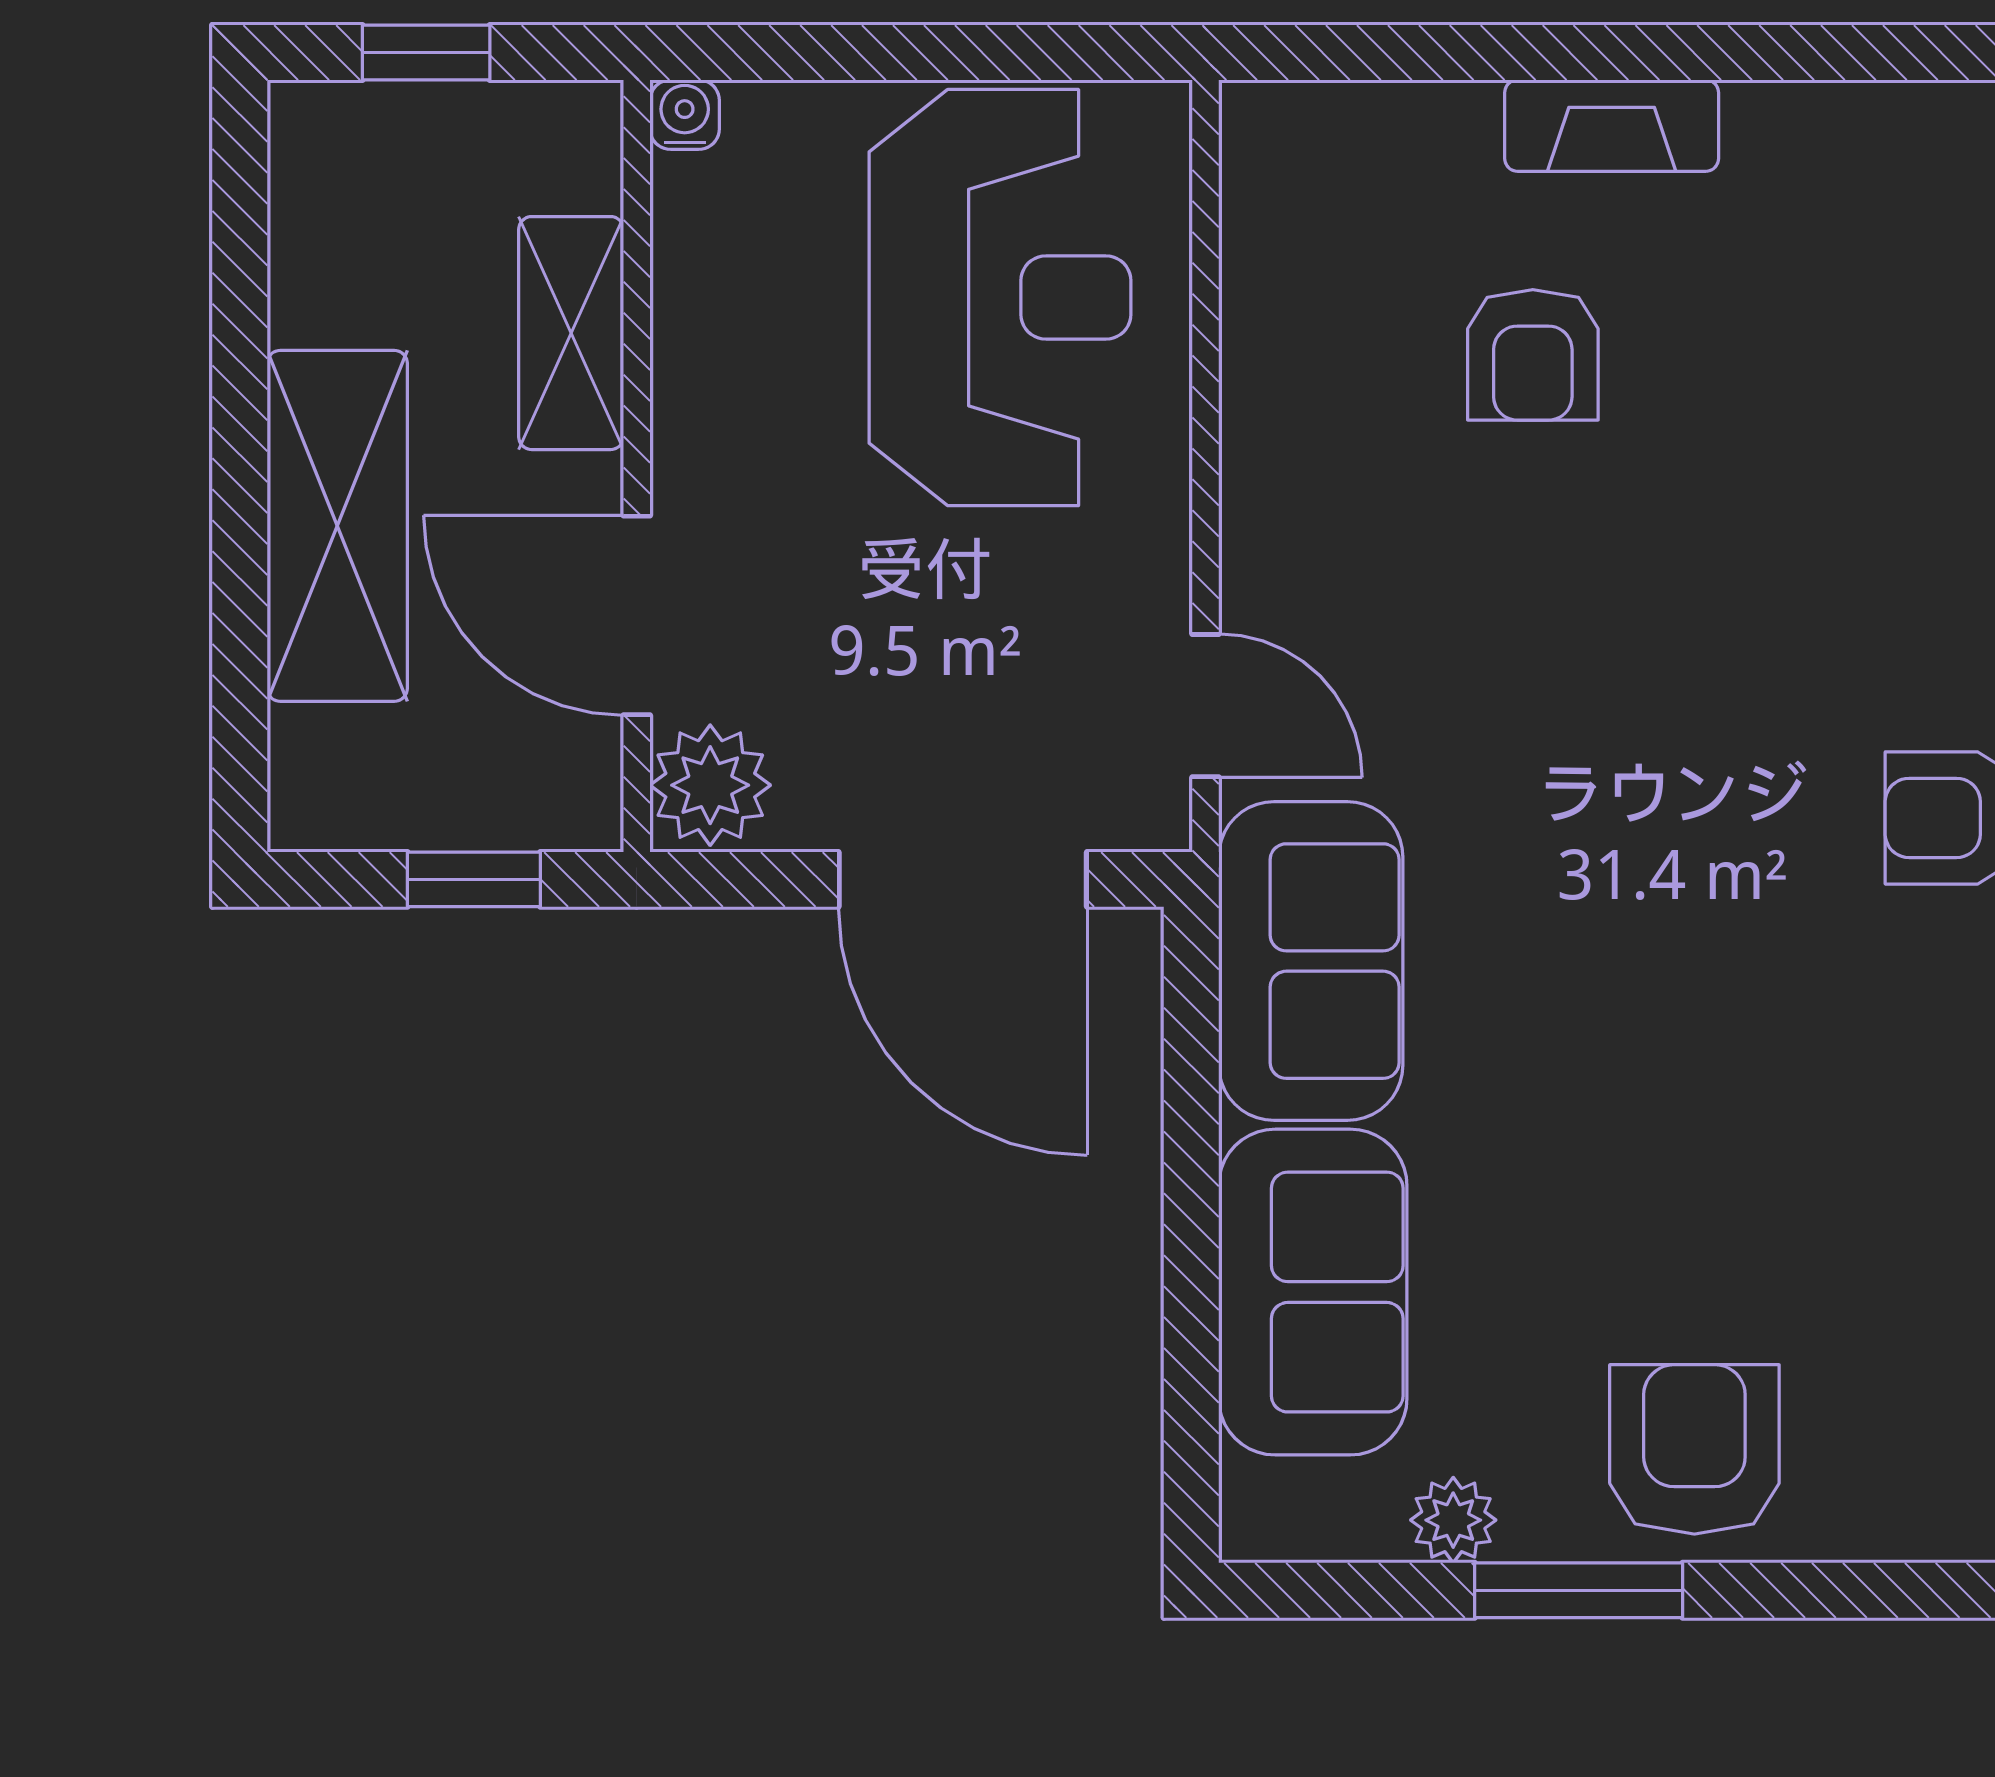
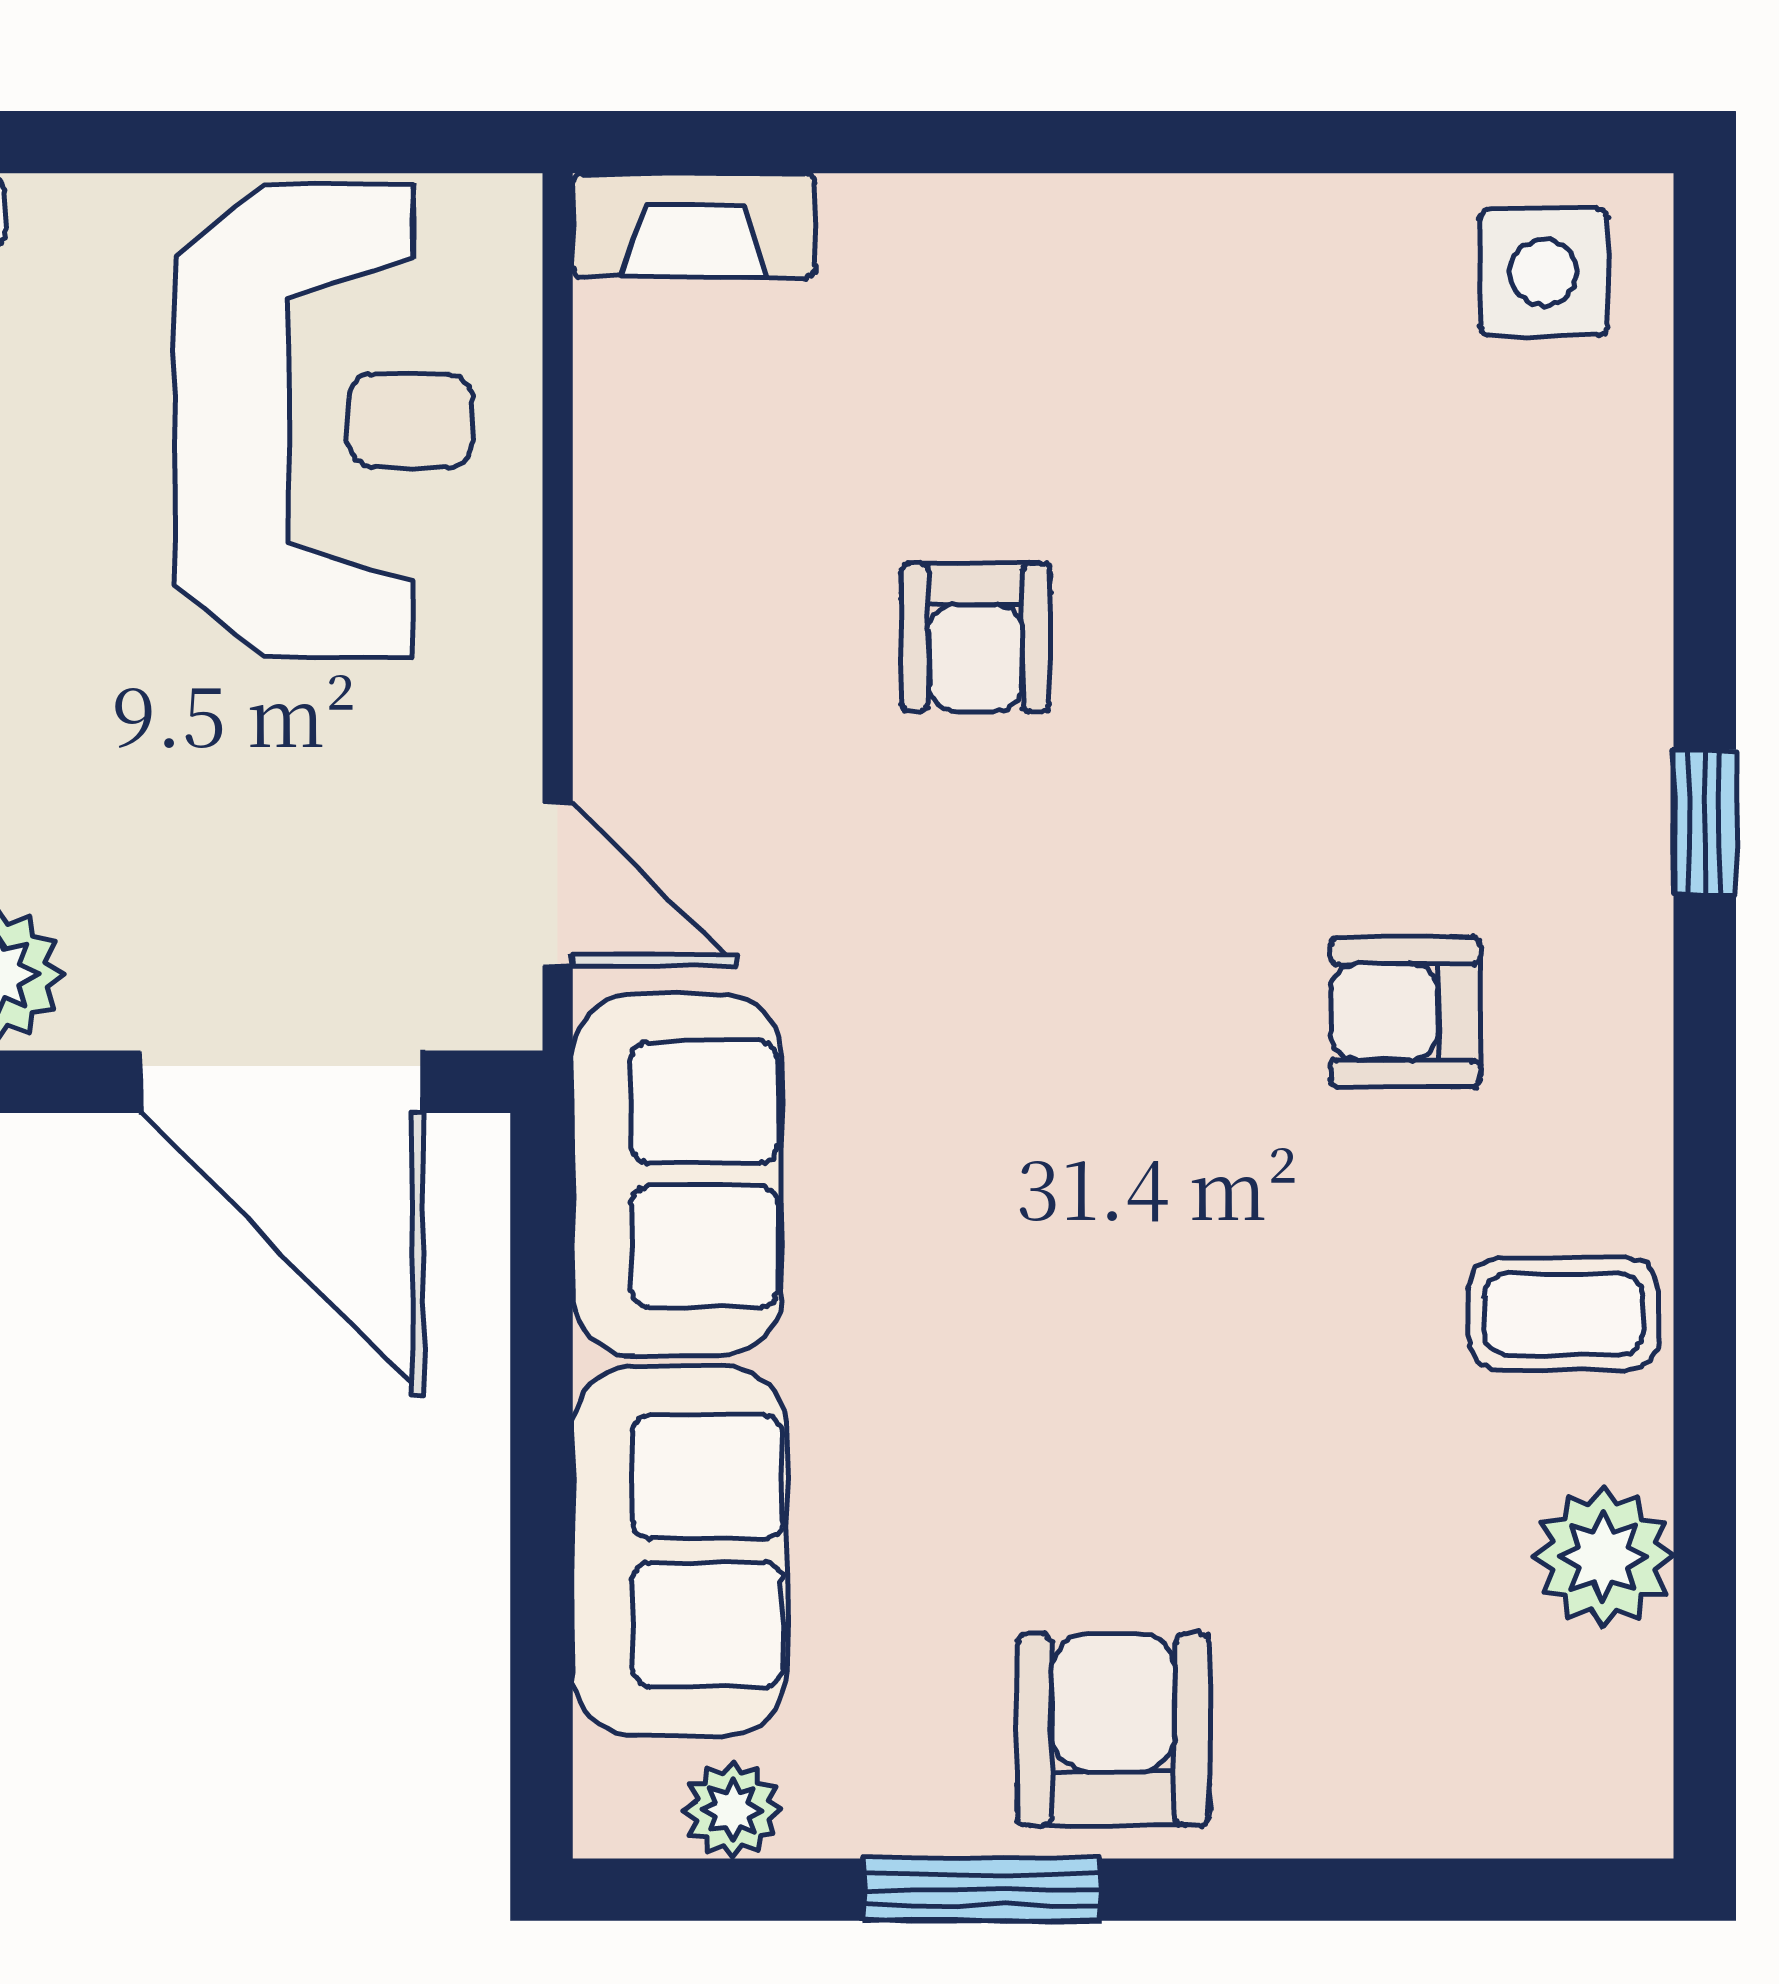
fireplace: (1612, 126) -> (694, 225), moved
armchair: (1533, 355) -> (976, 637), moved
plant: (1453, 1520) -> (732, 1810), moved

